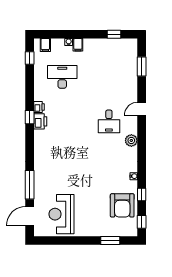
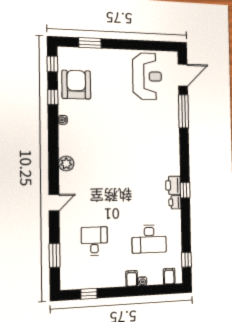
desk: (109, 121) -> (94, 241), moved

